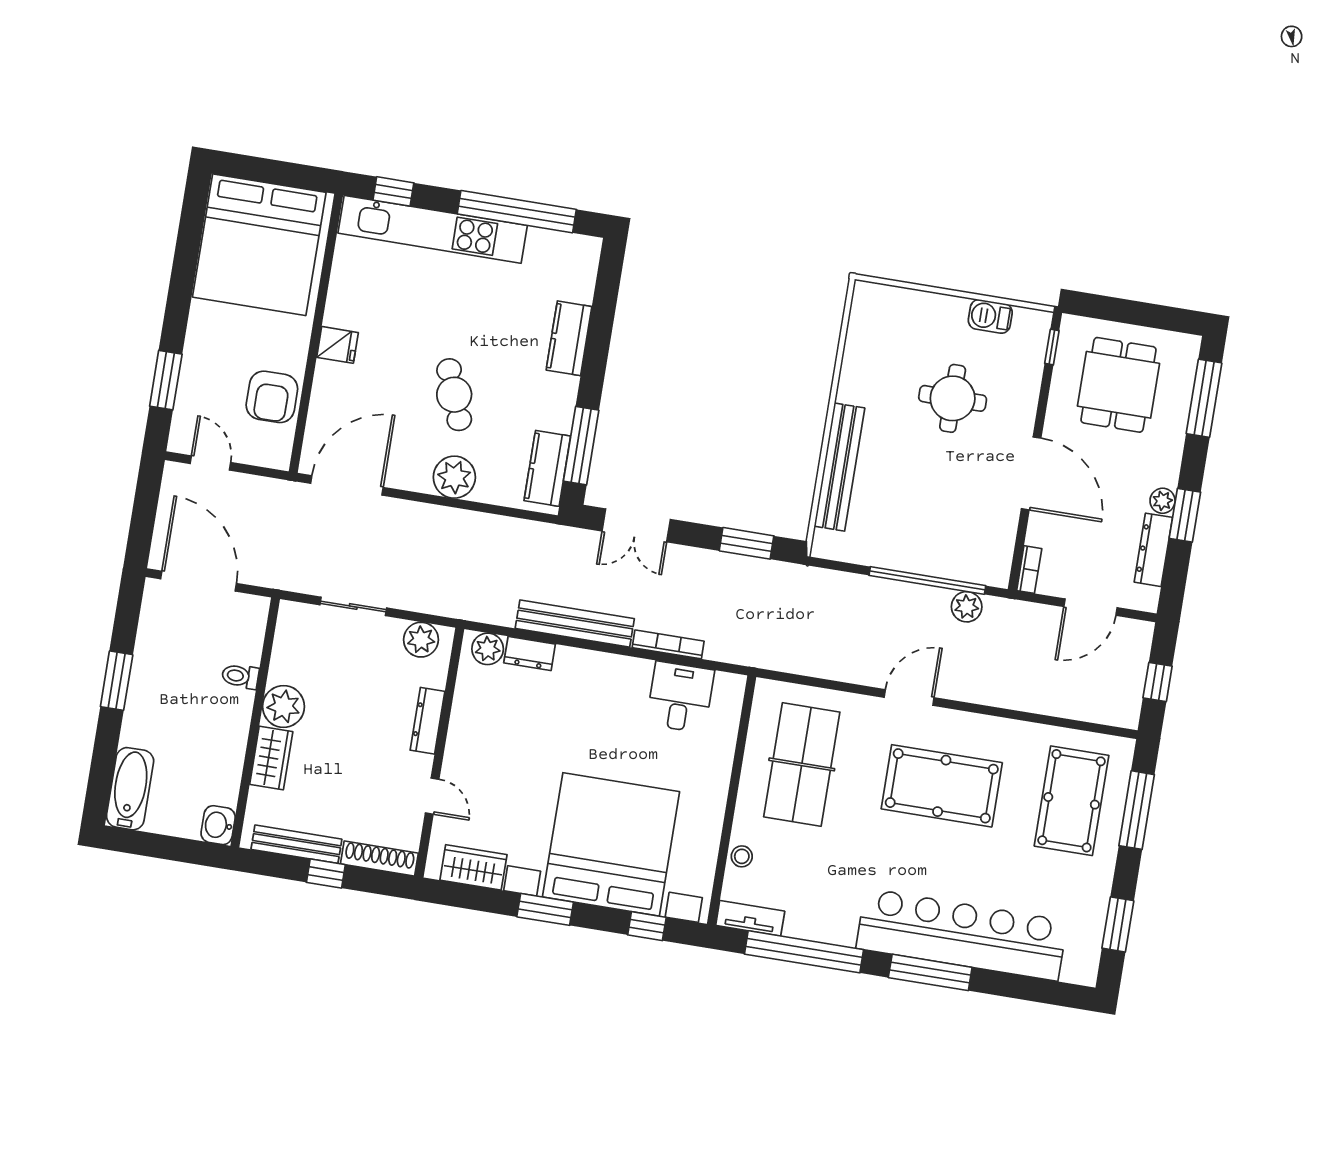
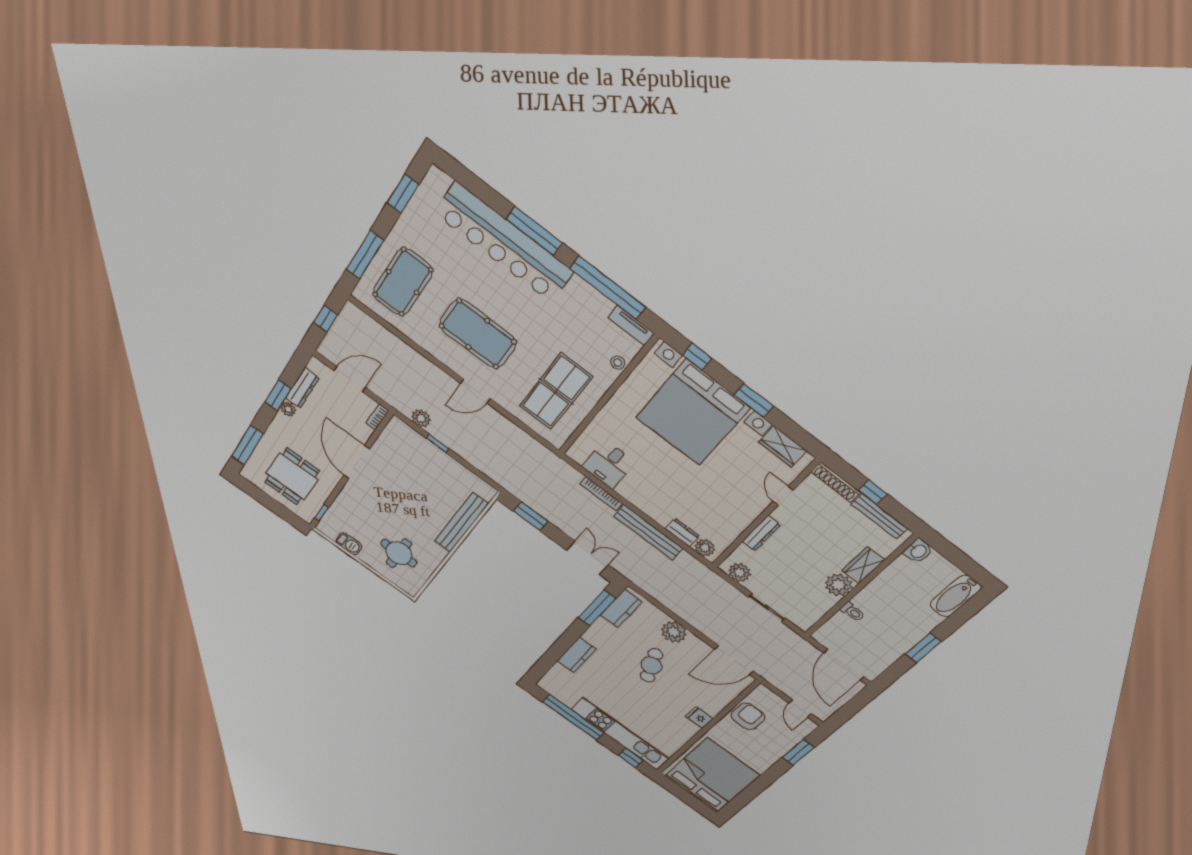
round table: (953, 398) -> (399, 553), moved
window: (927, 580) -> (438, 443), width x0.32

